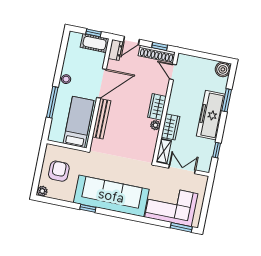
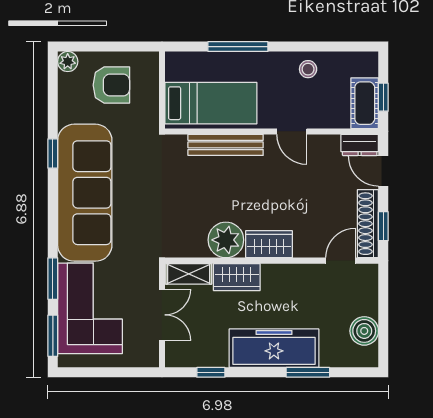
boiler: (223, 69) -> (364, 331), moved
stool: (66, 79) -> (308, 69), moved
door: (101, 83) -> (292, 131), width x0.53
plant: (155, 125) -> (226, 240), width x1.88, depth x1.88
window: (152, 221) -> (53, 279), added

